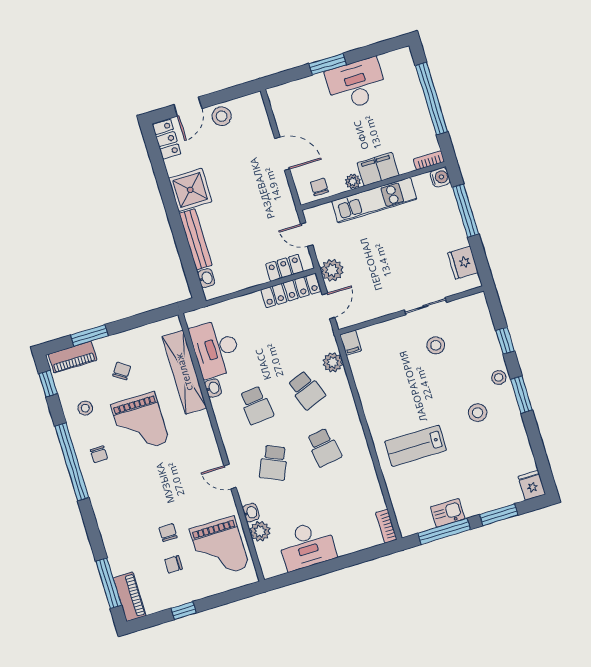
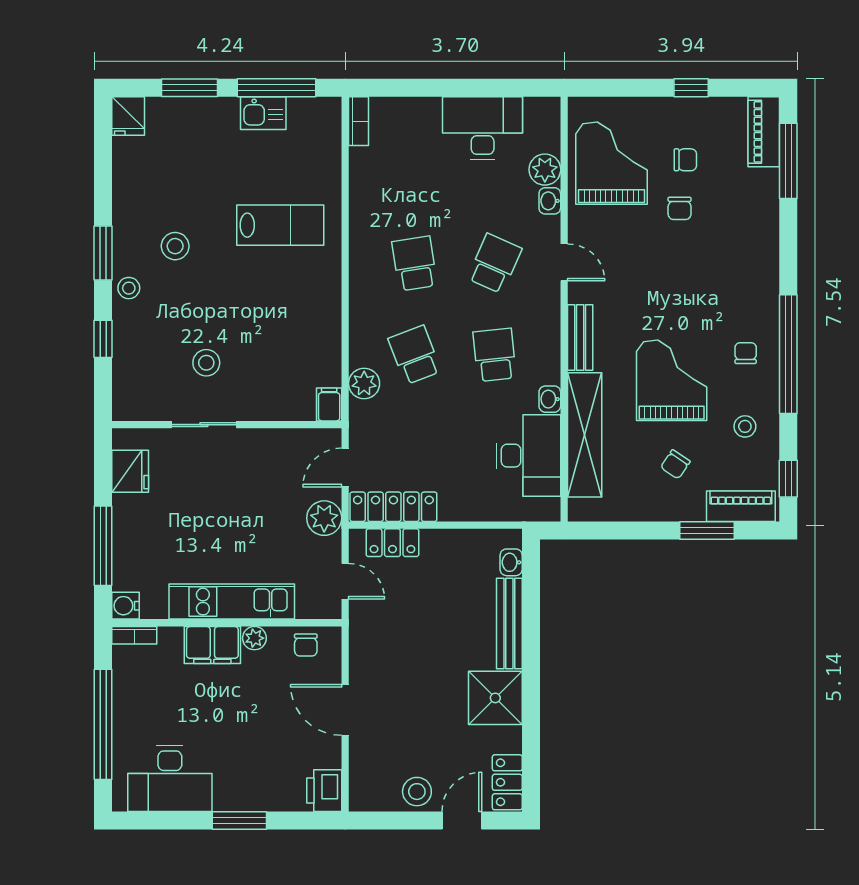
desk: (356, 84) -> (170, 779), moved
printer: (280, 99) -> (324, 791), added
bench: (206, 432) -> (580, 338), added

